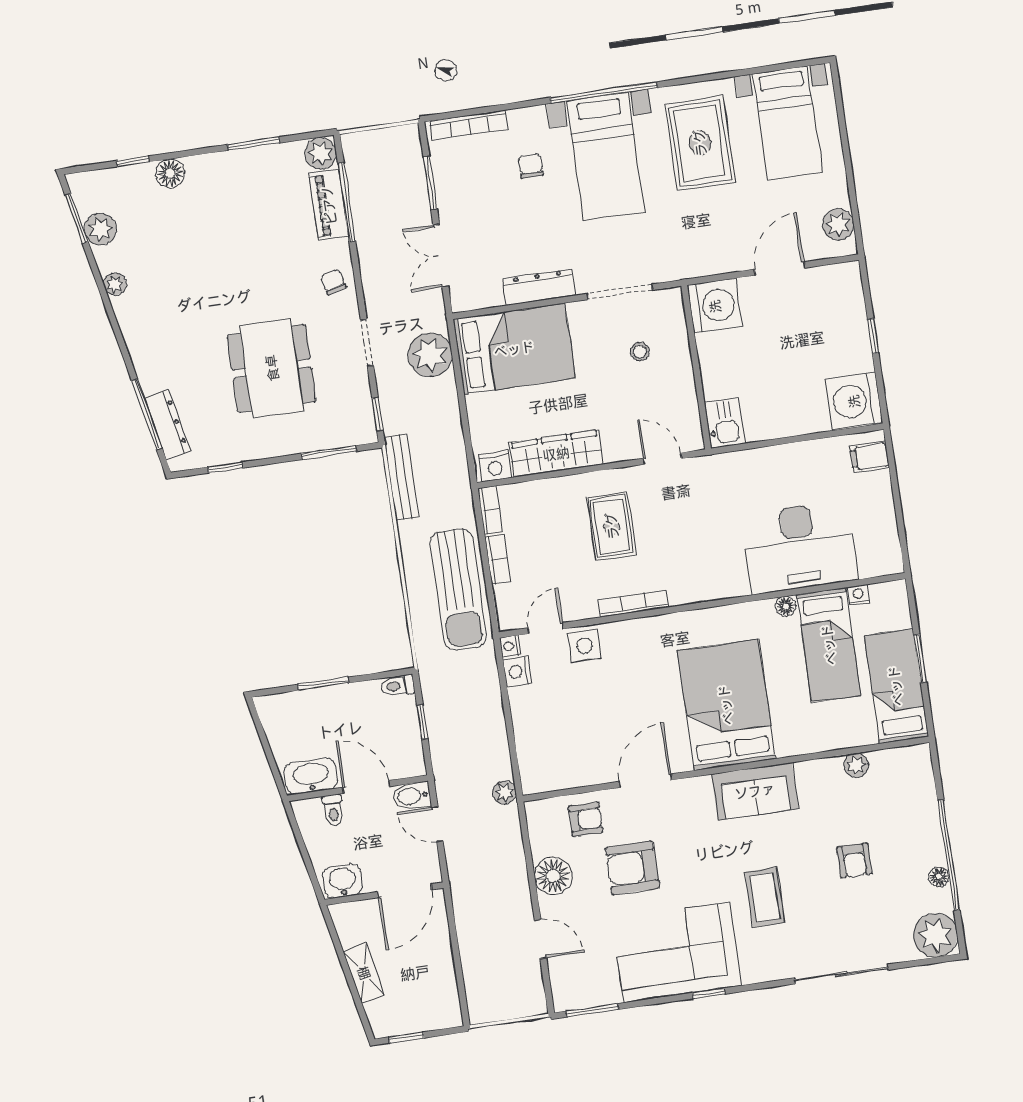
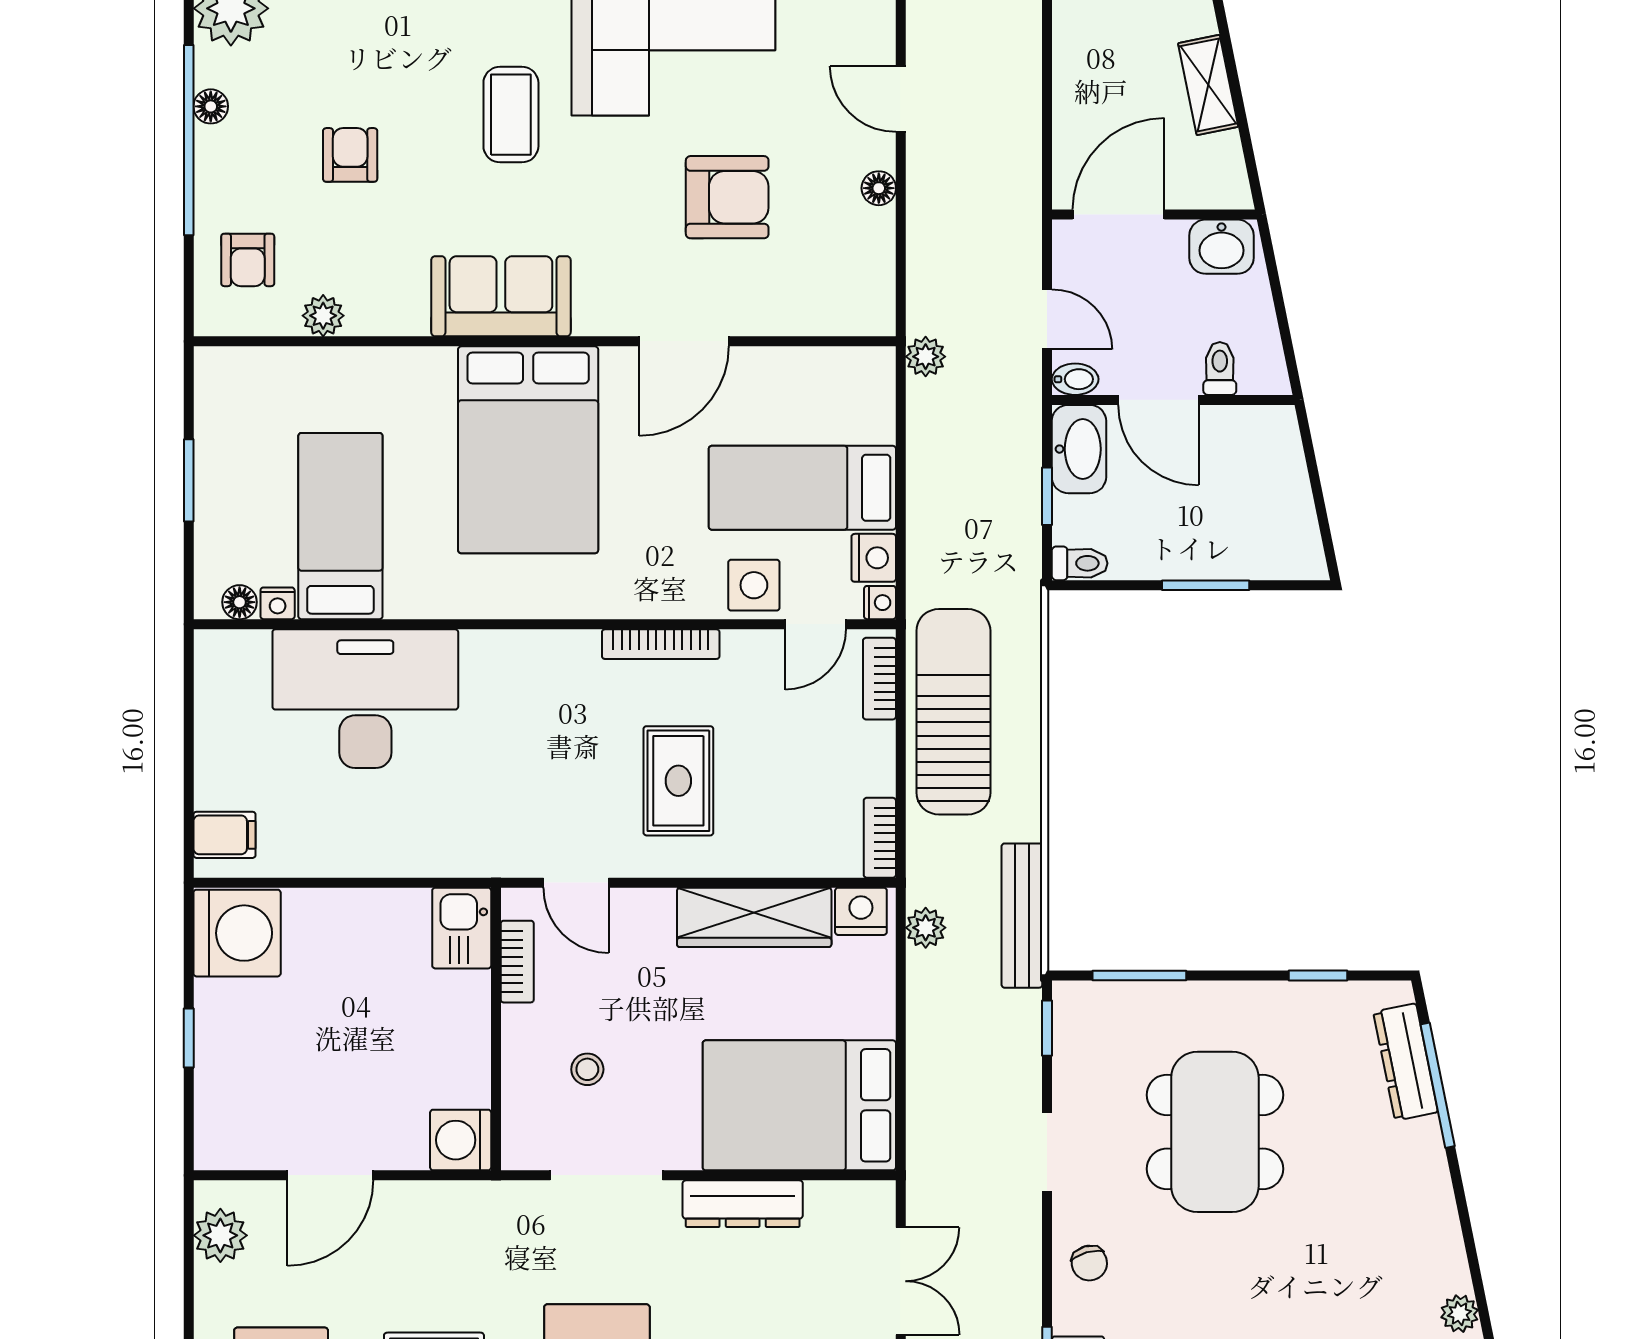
washing machine: (715, 306) -> (461, 1140), width x0.73, depth x0.73
plant: (430, 355) -> (926, 928), moved, width x0.53, depth x0.53
bookcase: (690, 408) -> (517, 962), added
bookcase: (498, 559) -> (879, 679), moved
floor lamp: (786, 606) -> (240, 602), moved
bed: (896, 686) -> (802, 488), moved, turned 90
washbasin: (311, 776) -> (1079, 449), moved, turned -90
bidet: (412, 796) -> (1075, 379), width x0.72, depth x0.74
armchair: (586, 819) -> (248, 260), moved, turned -90
floor lamp: (553, 876) -> (879, 188), width x0.53, depth x0.53

